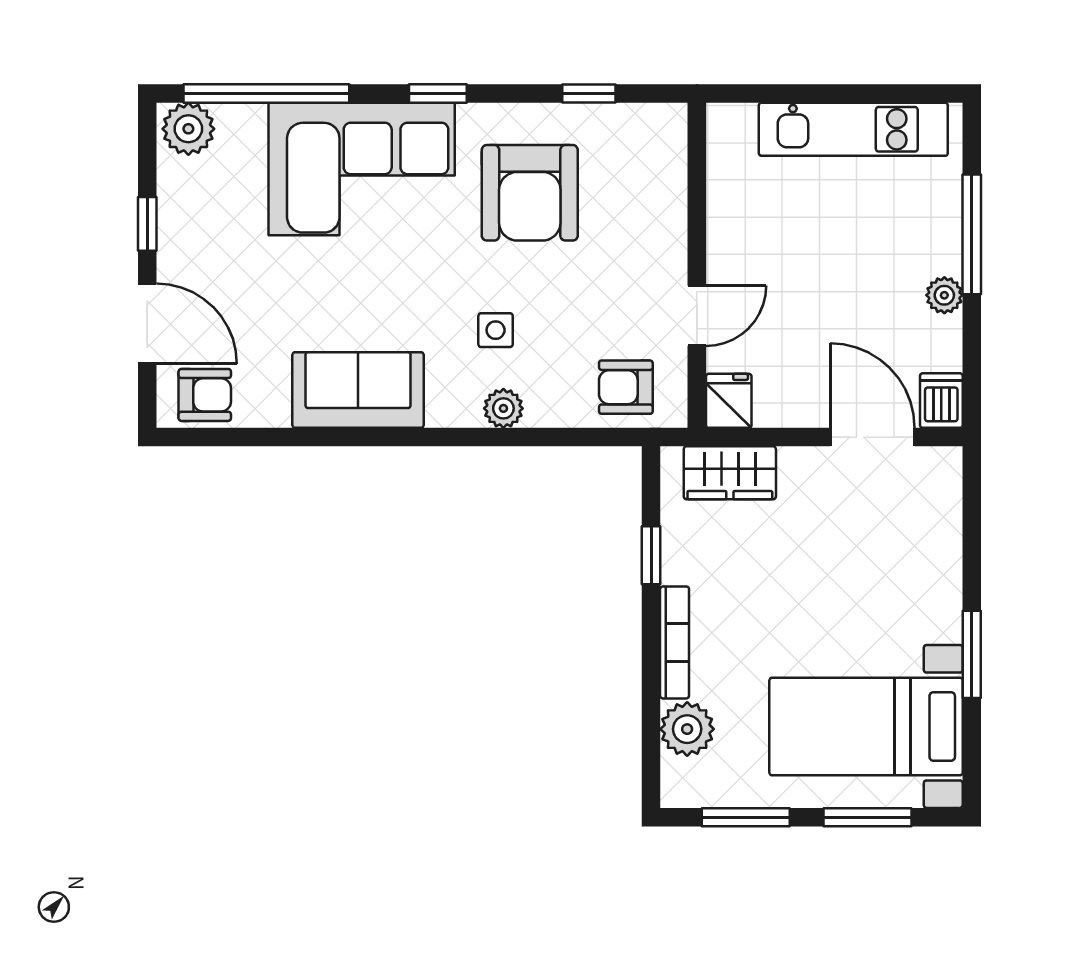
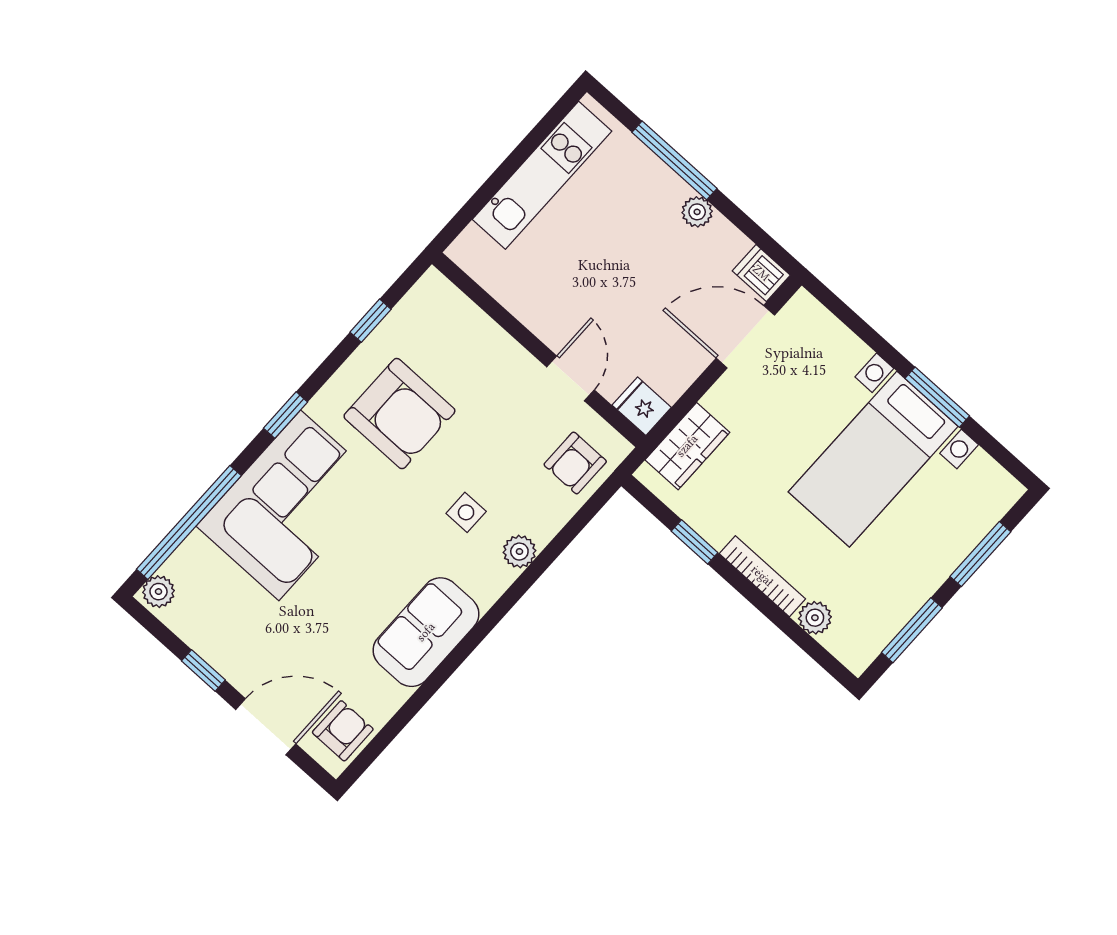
plant: (188, 129) -> (158, 592), width x0.73, depth x0.73
bed with nightstands: (866, 726) -> (873, 459), moved
plant: (687, 729) -> (815, 618), width x0.73, depth x0.73

